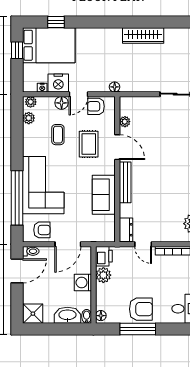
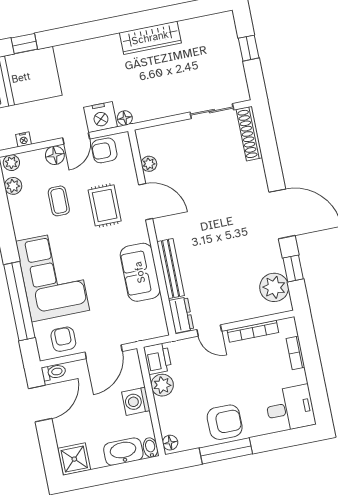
nightstand: (58, 83) -> (101, 117), moved
bench: (125, 182) -> (171, 269), moved
armchair: (42, 230) -> (63, 339), turned -90

